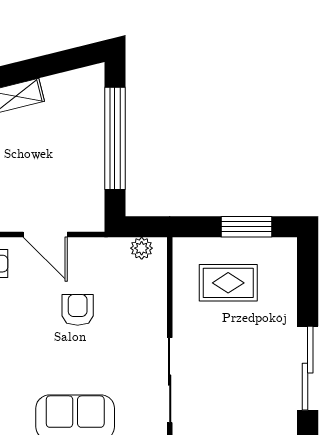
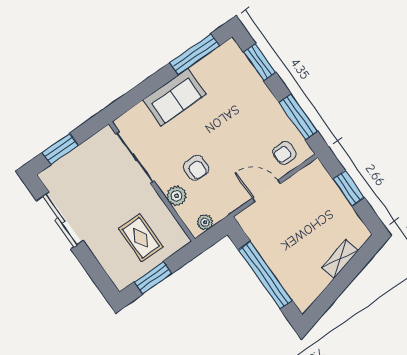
rug: (228, 283) -> (141, 238), turned 90
plant: (153, 302) -> (177, 196), added
armchair: (78, 310) -> (196, 168), moved

